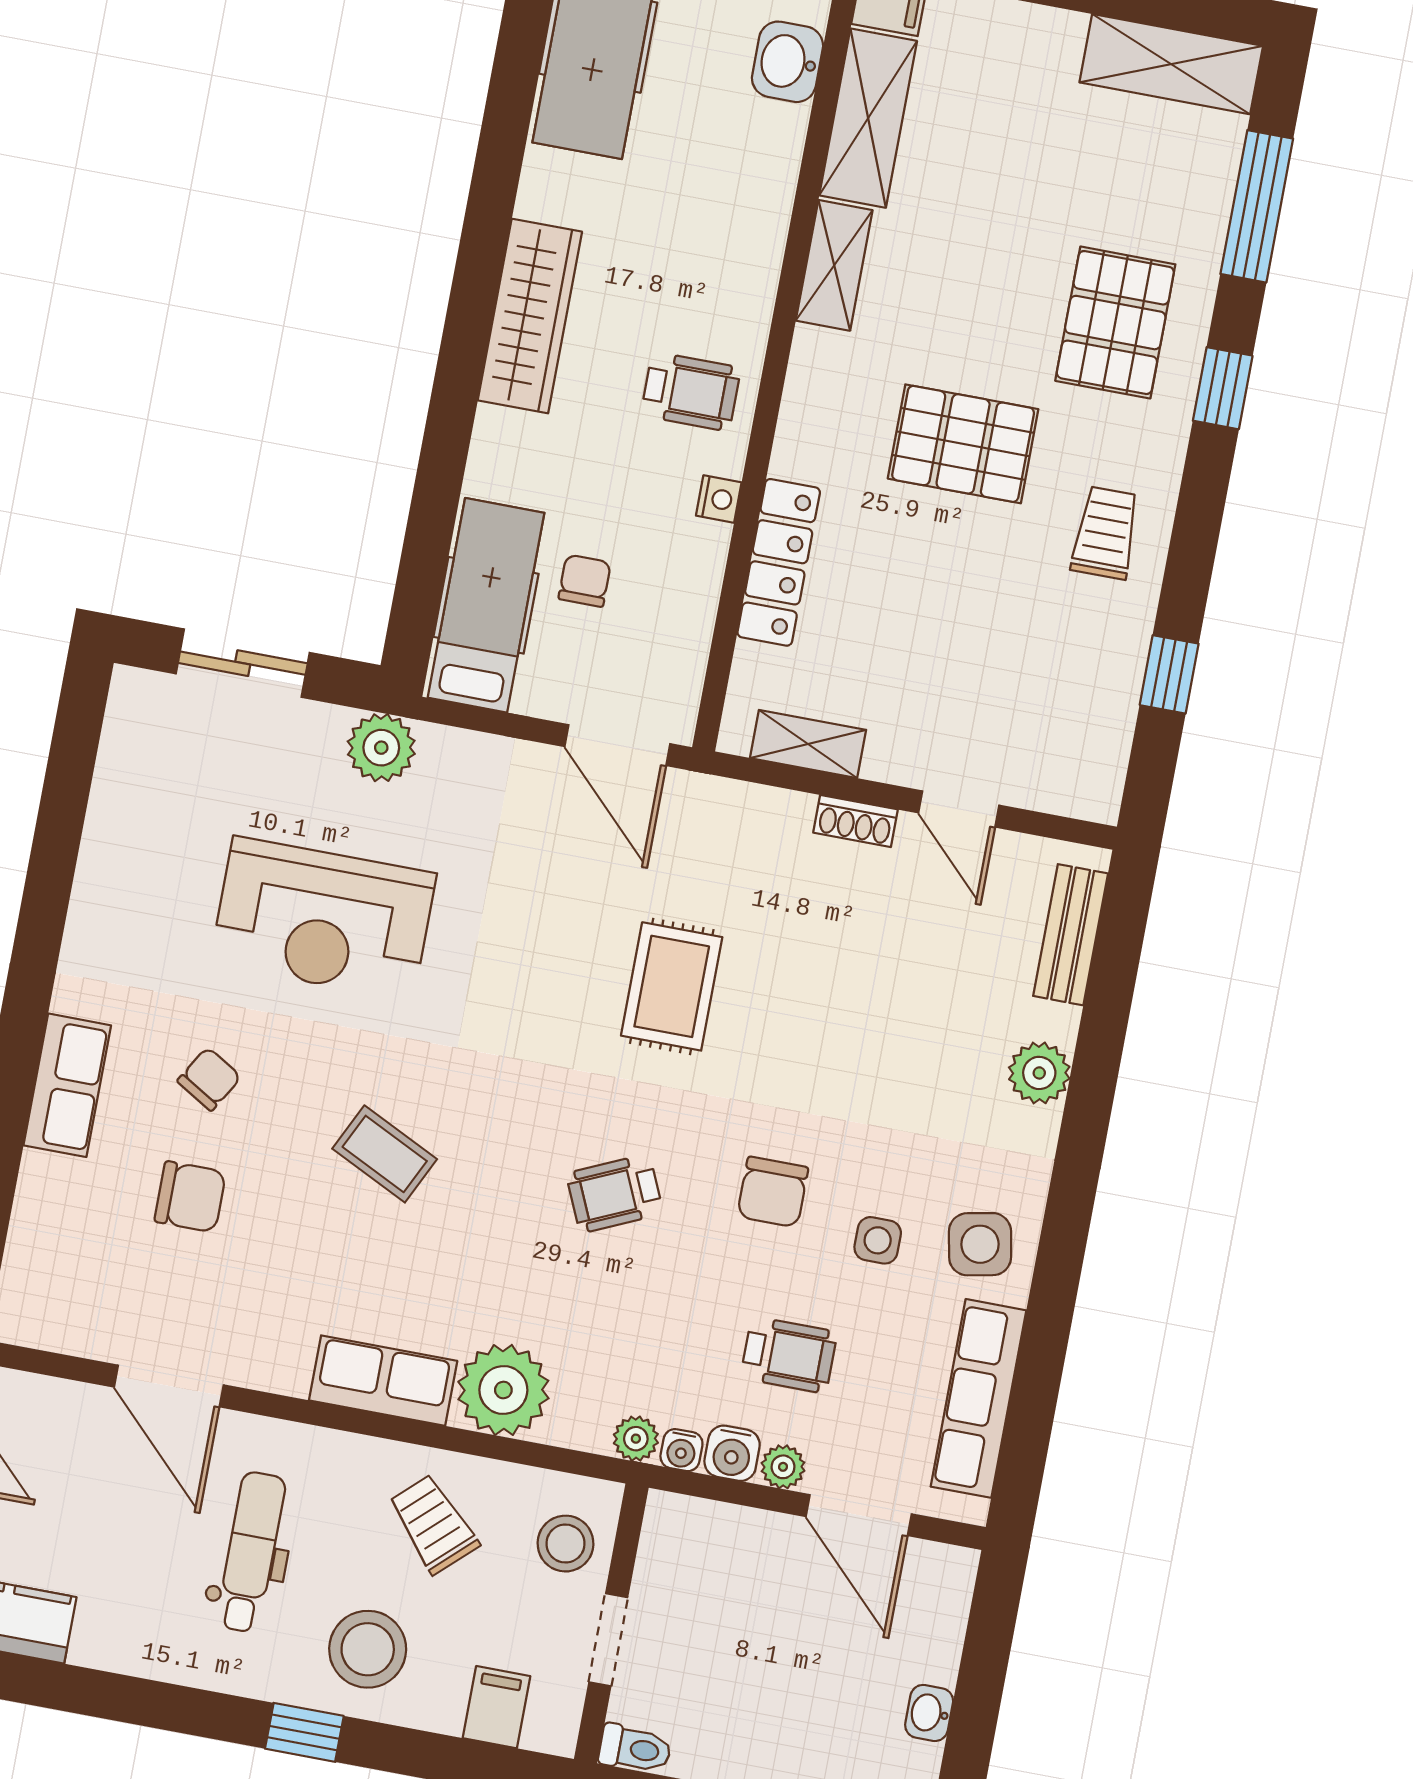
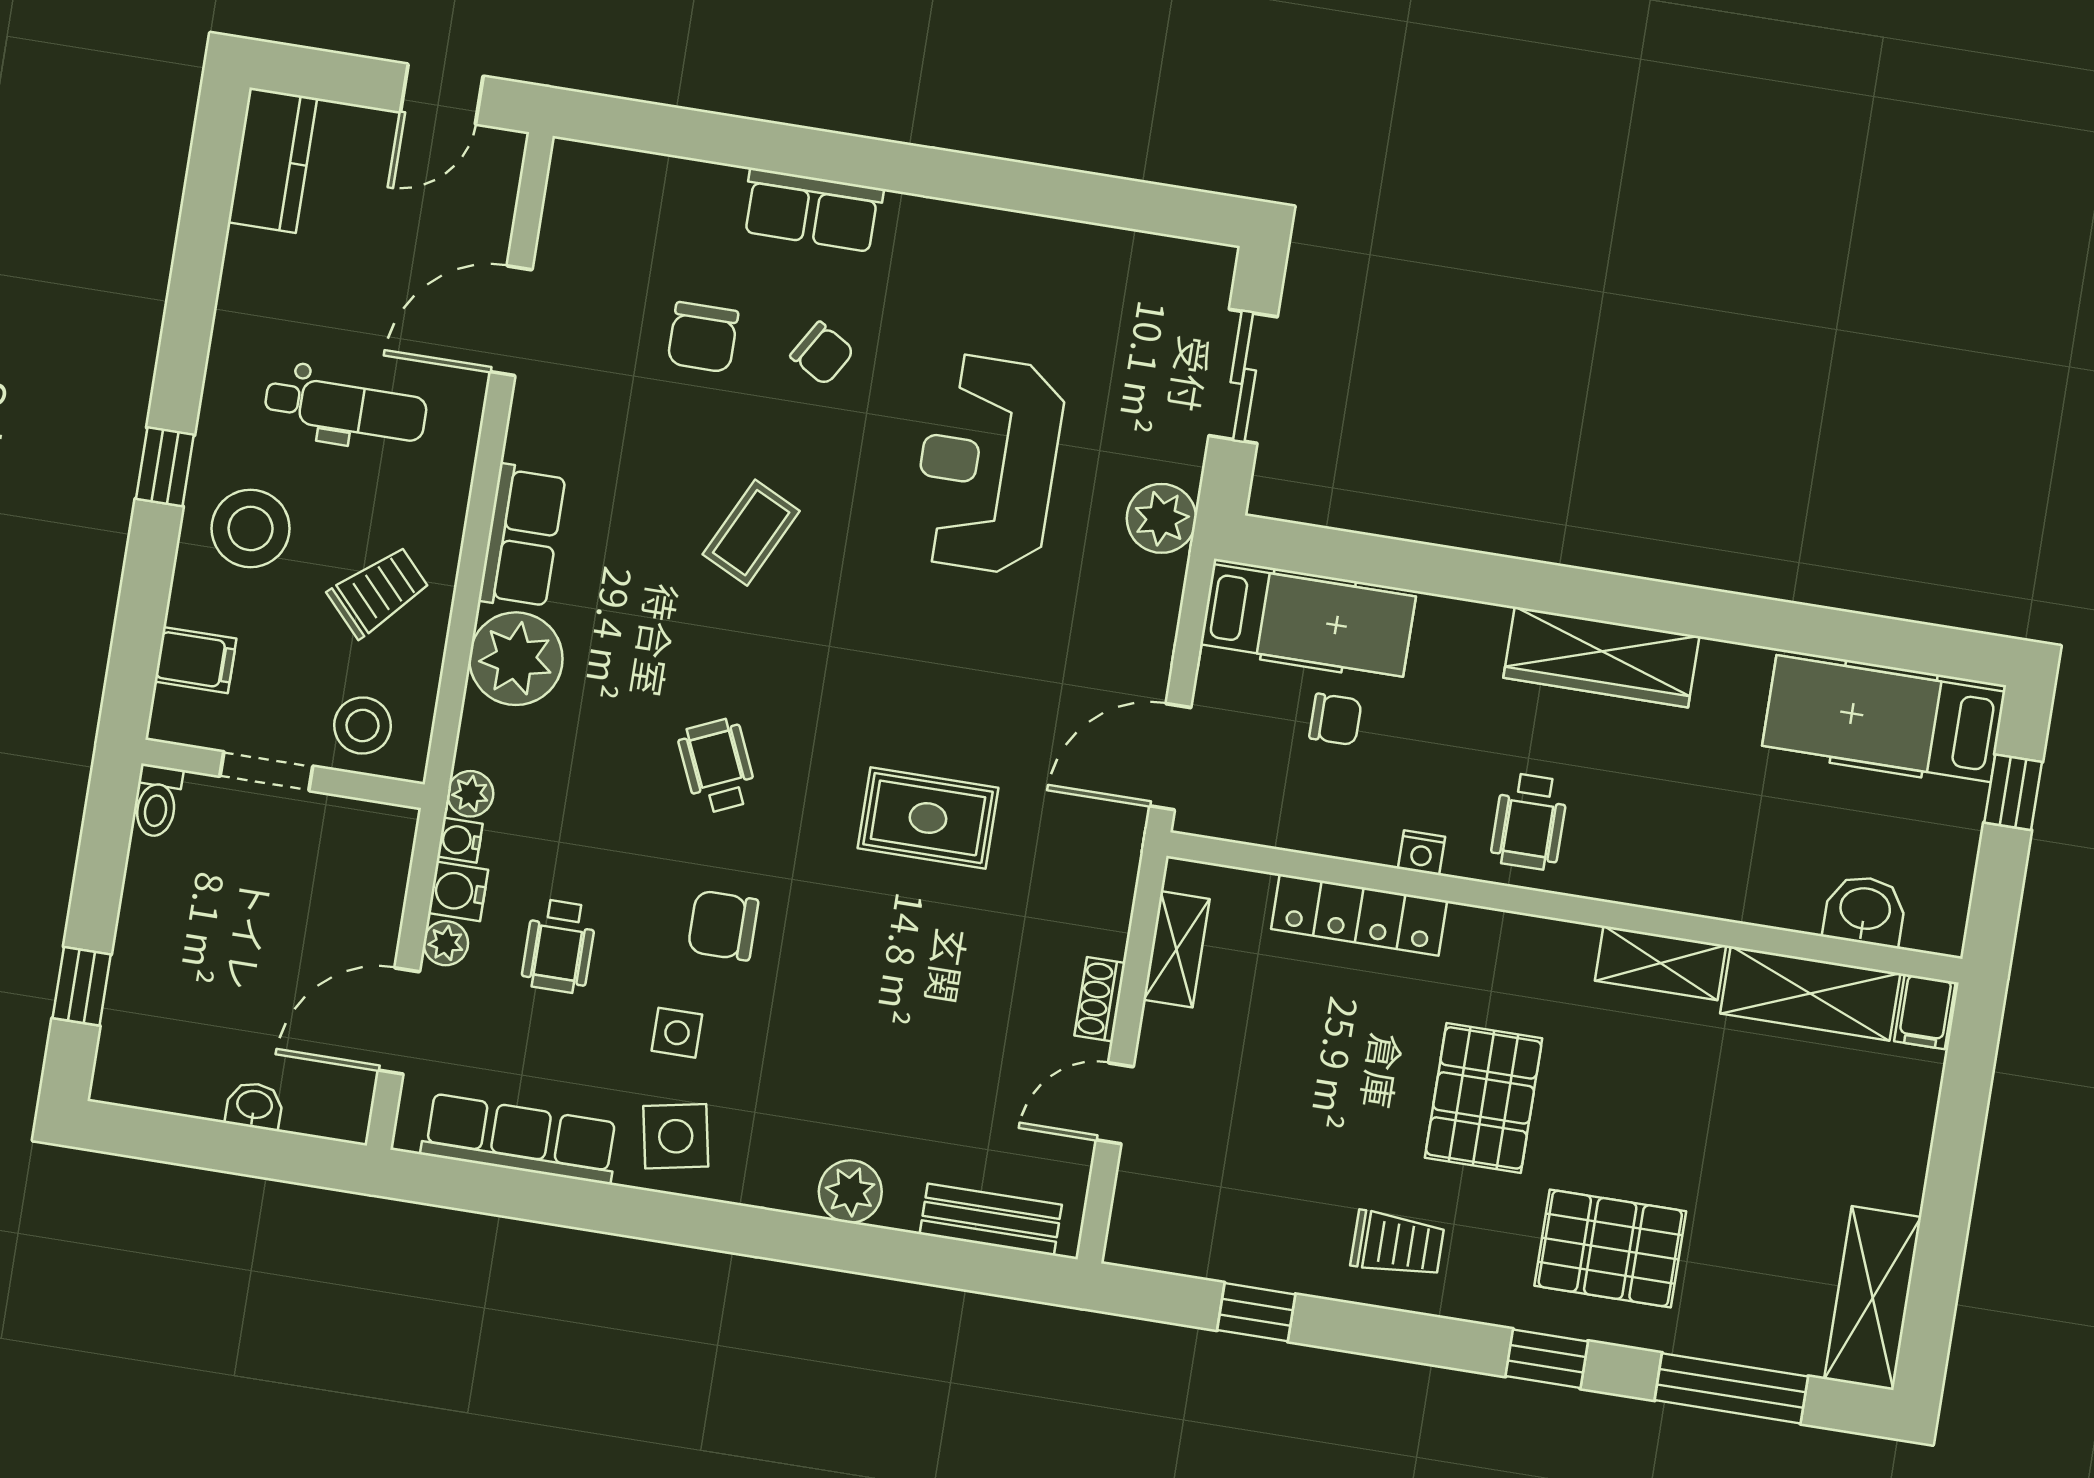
washbasin: (929, 1713) -> (254, 1106), moved

